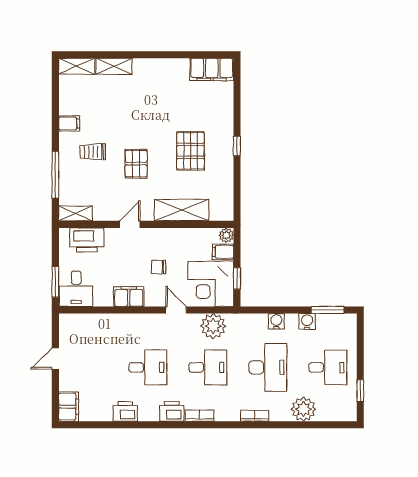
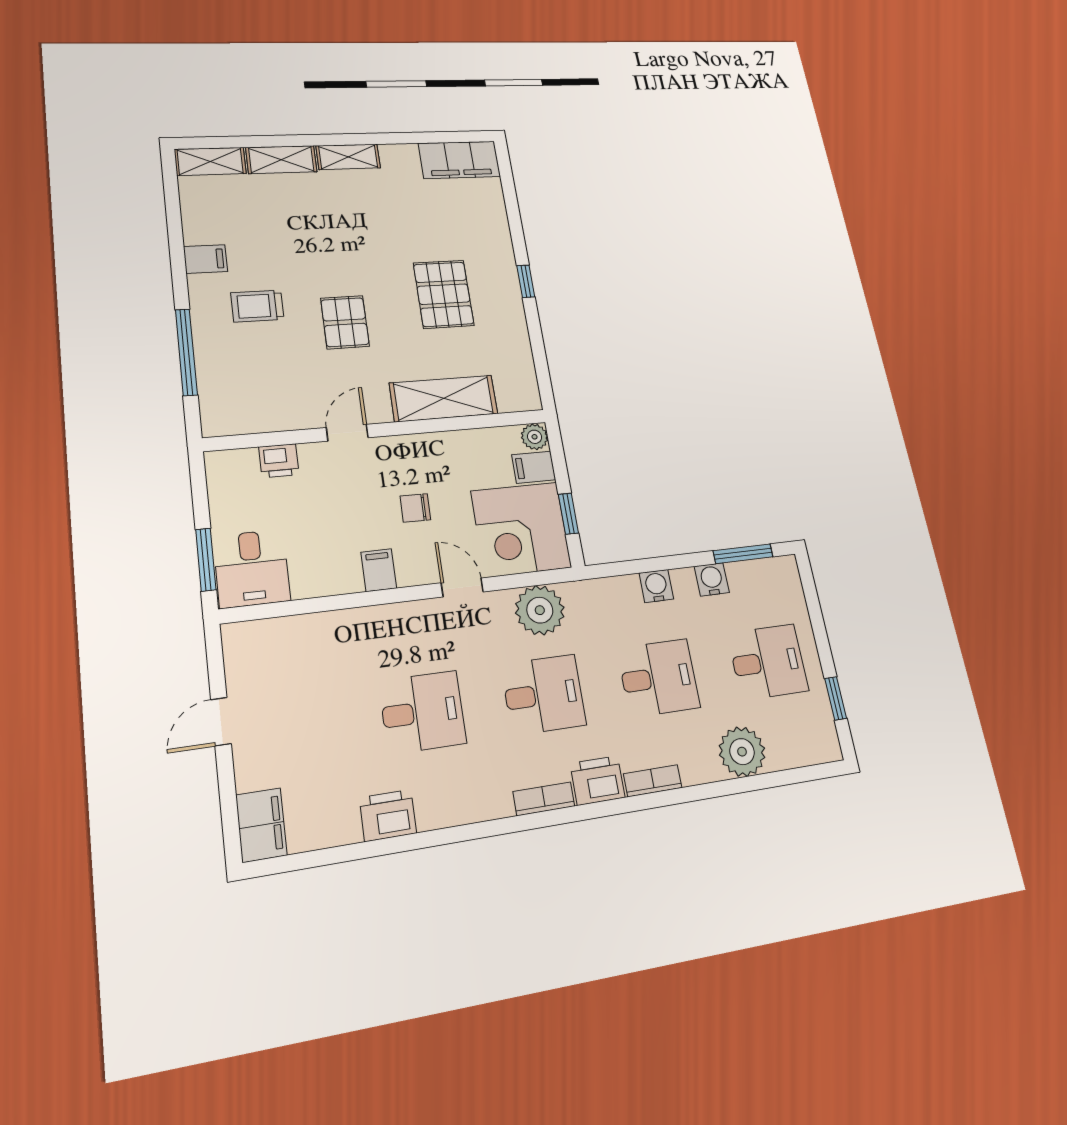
shelving: (75, 213) -> (348, 157), moved
printer: (87, 240) -> (279, 461), width x0.53, depth x0.68
filing cabinet: (129, 297) -> (379, 570), width x0.50
desk: (268, 367) -> (659, 678), width x0.73
printer: (172, 411) -> (598, 780), moved

